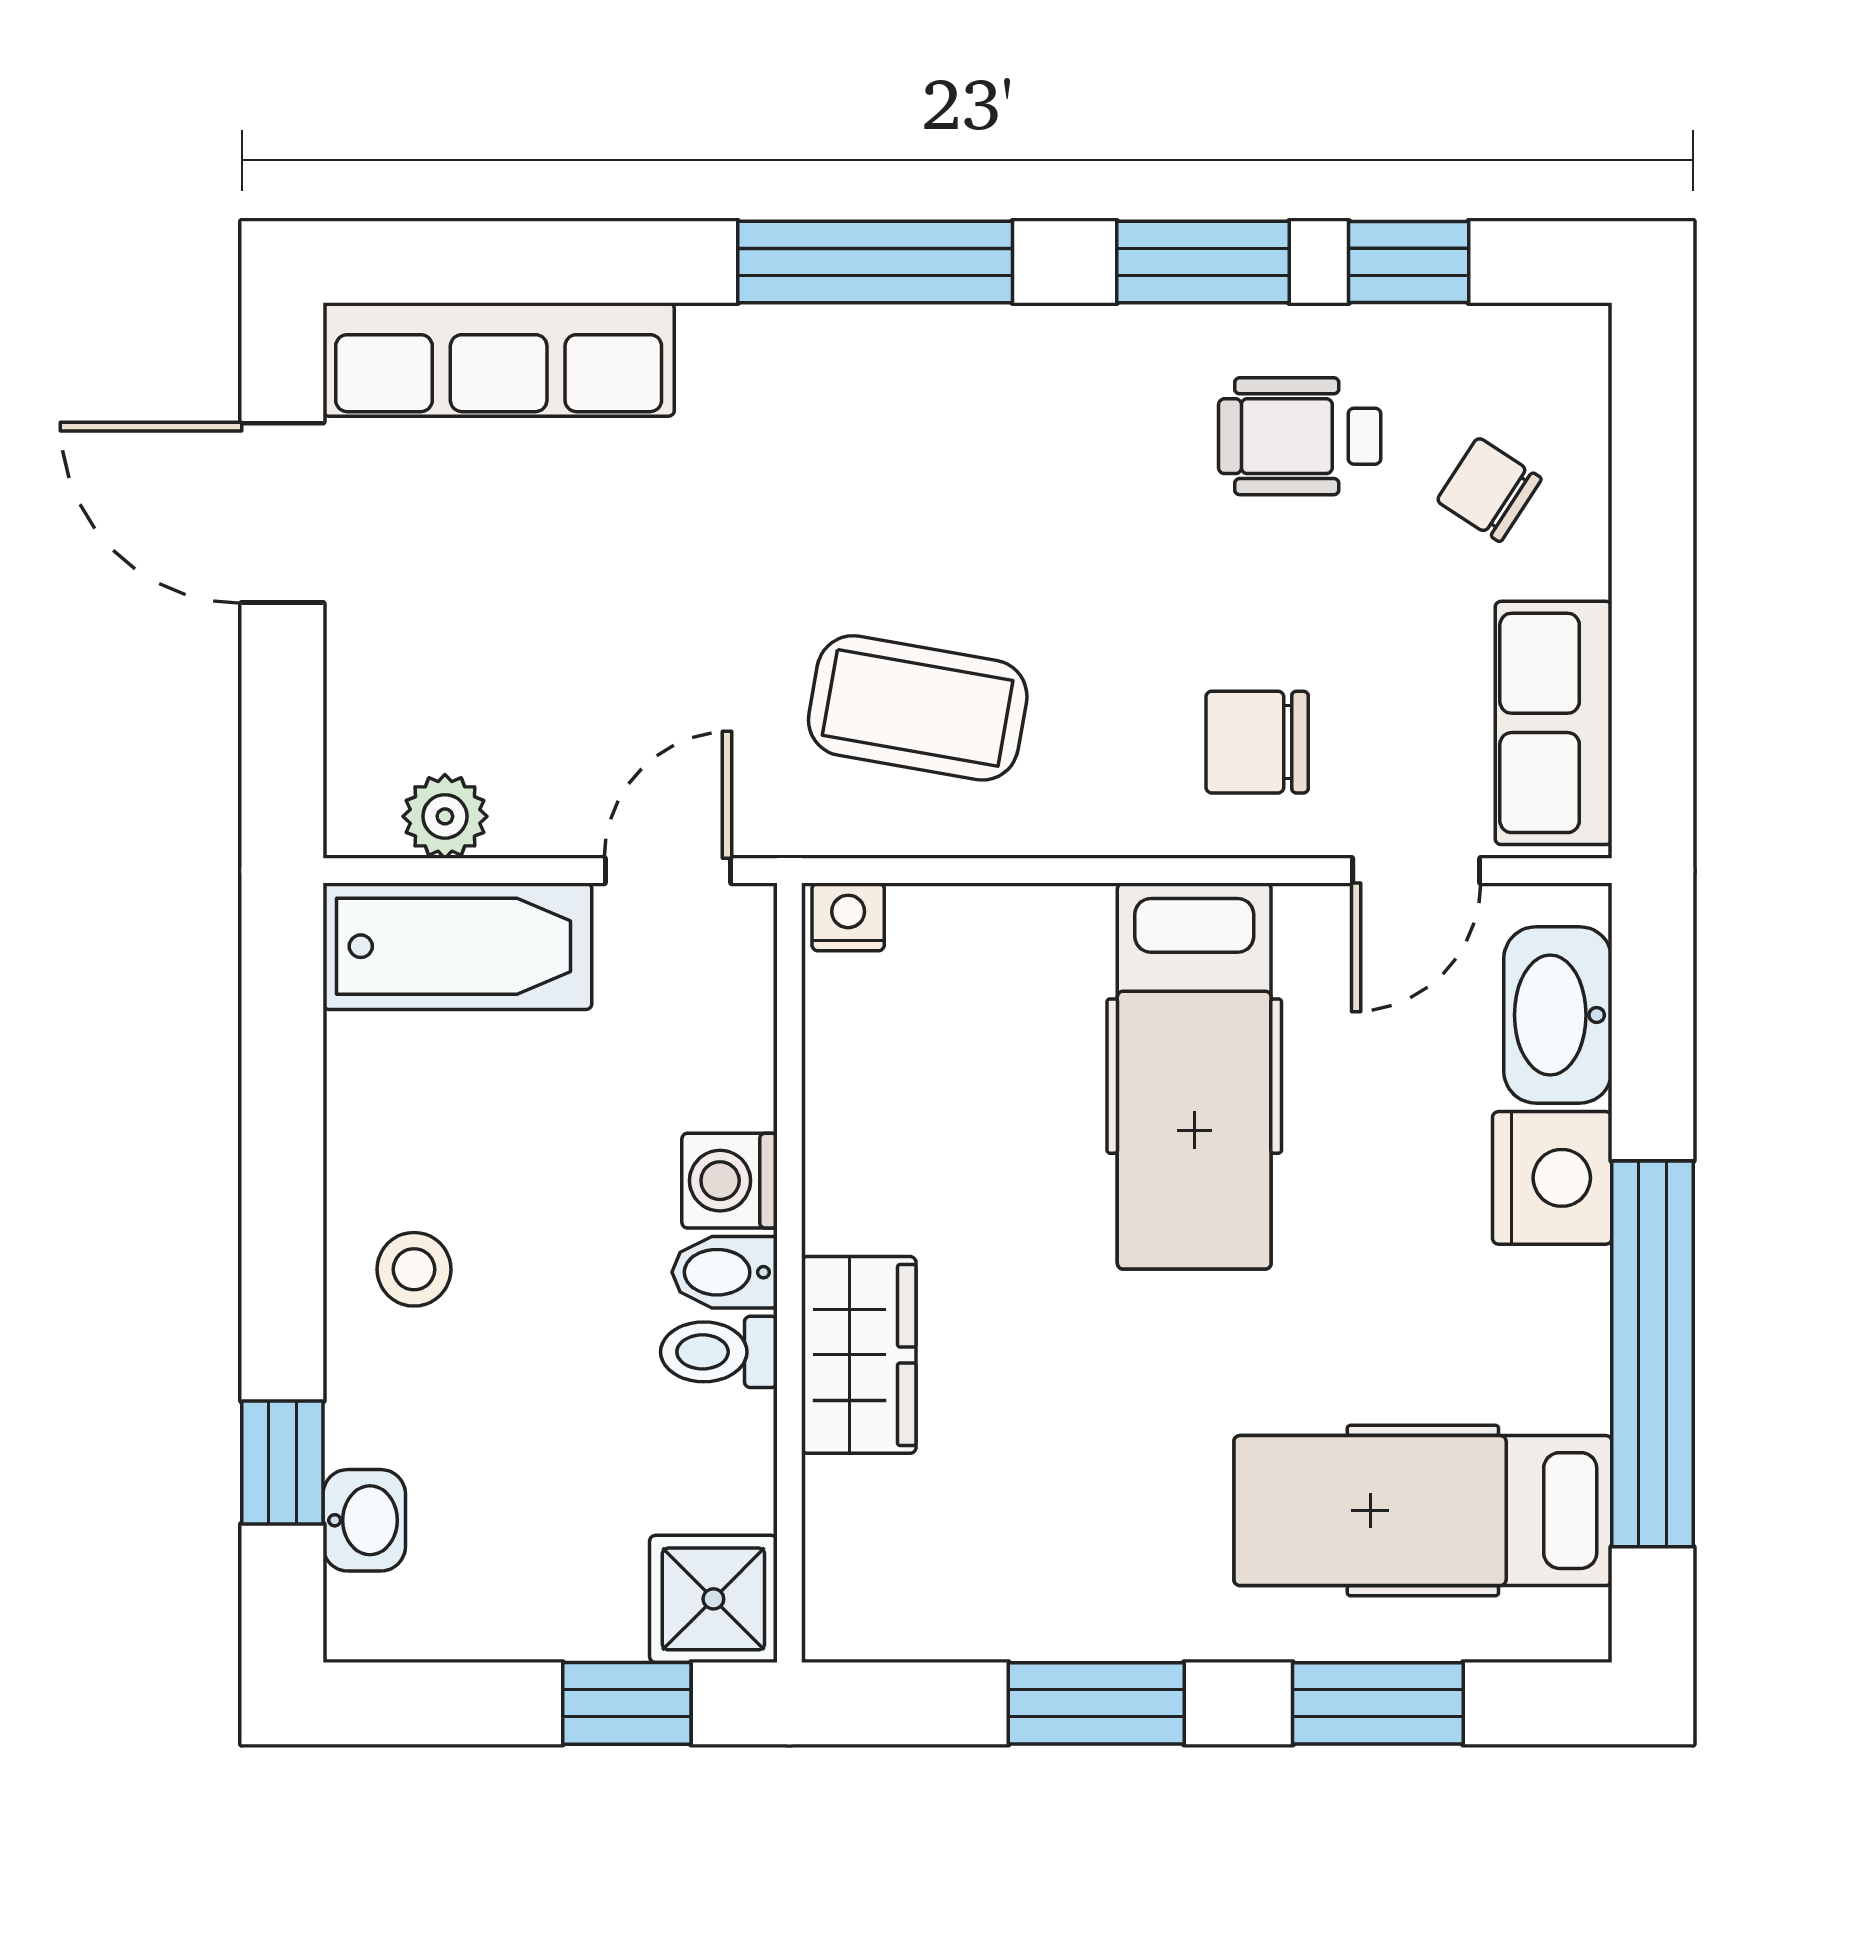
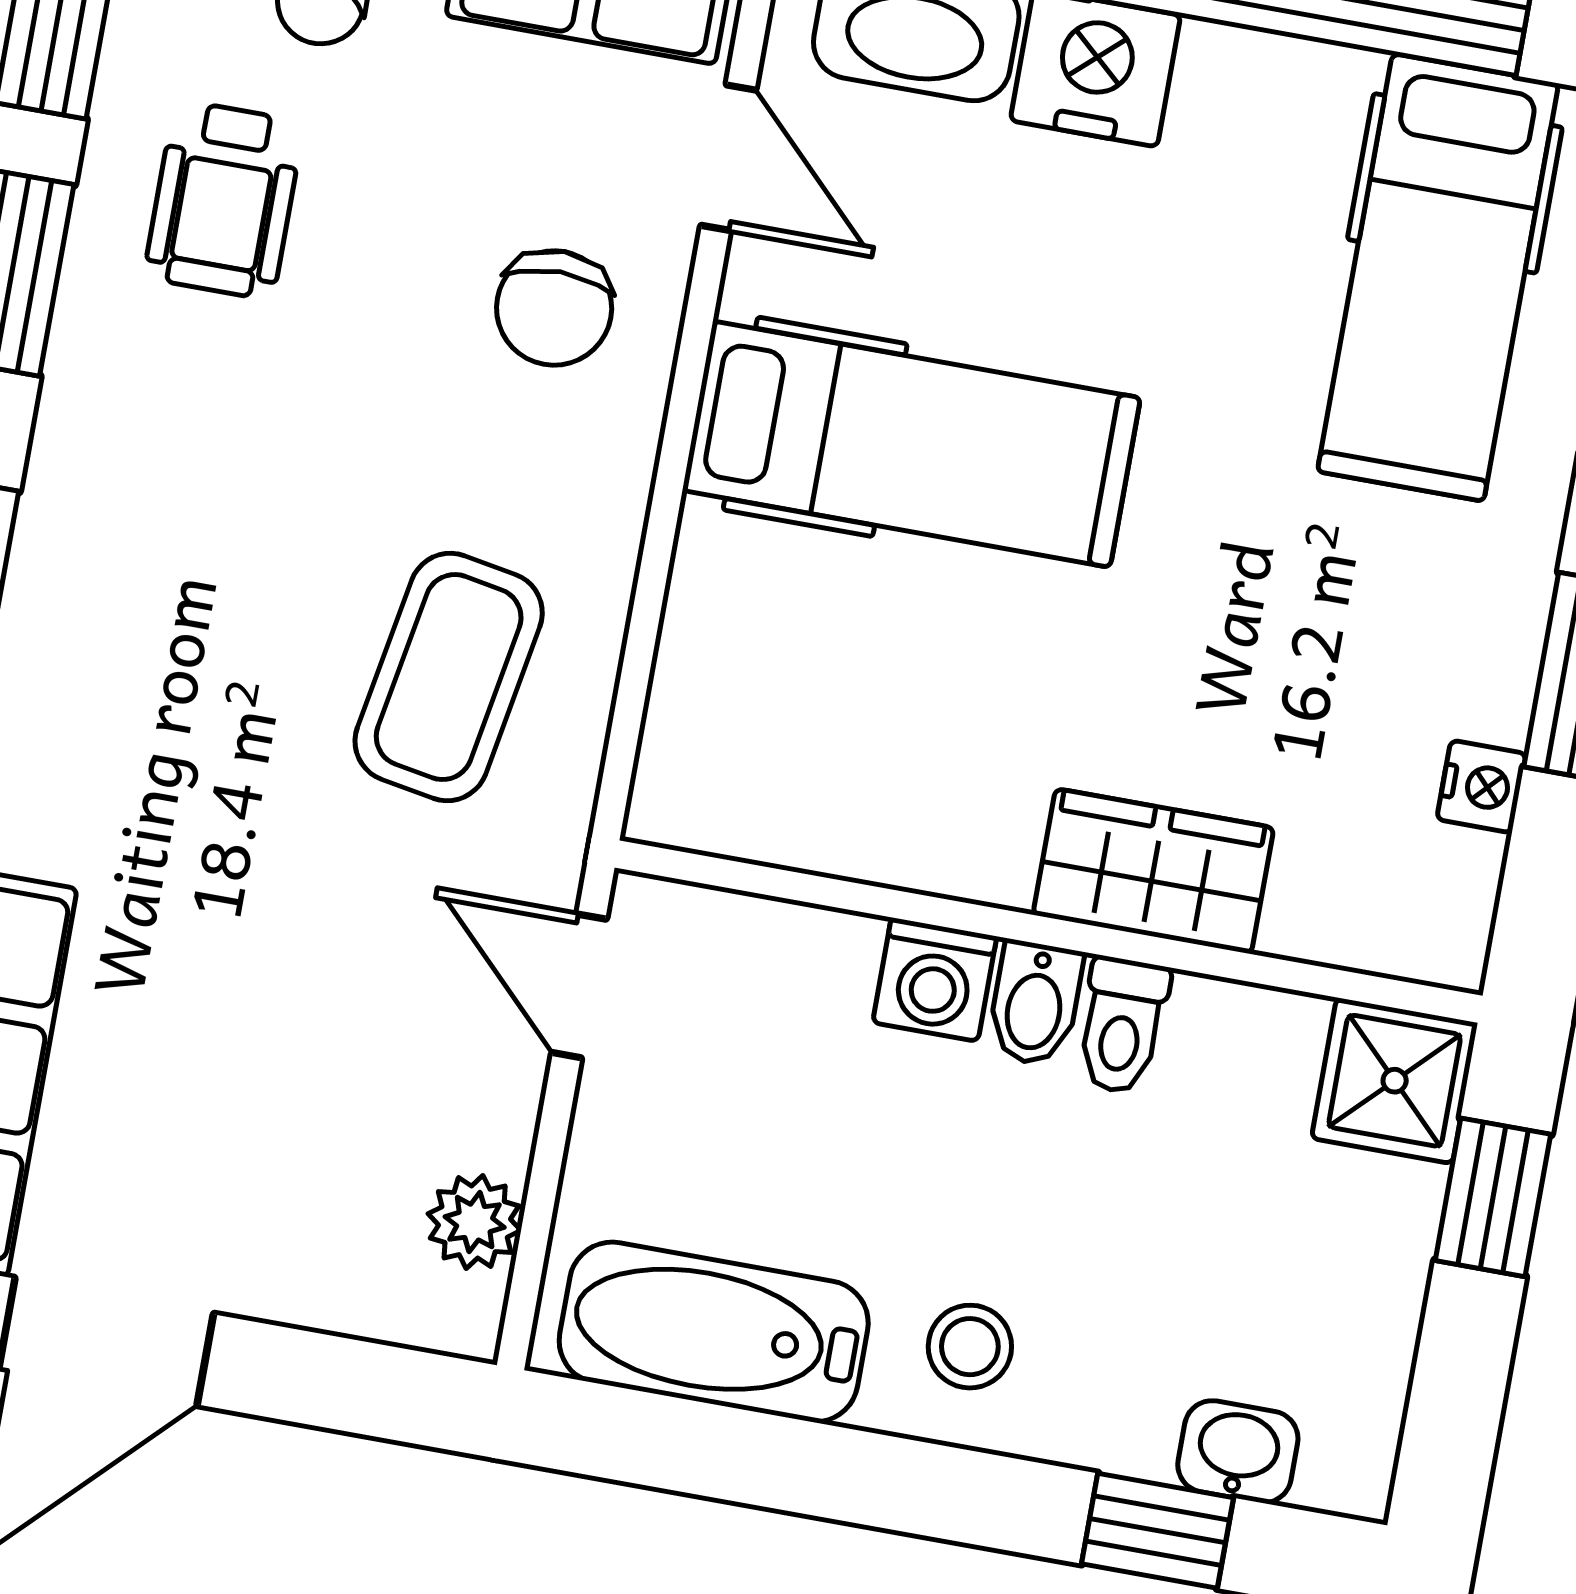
nightstand: (848, 917) -> (1481, 786), moved, turned 180
bathtub: (457, 946) -> (714, 1332), moved, turned -90

